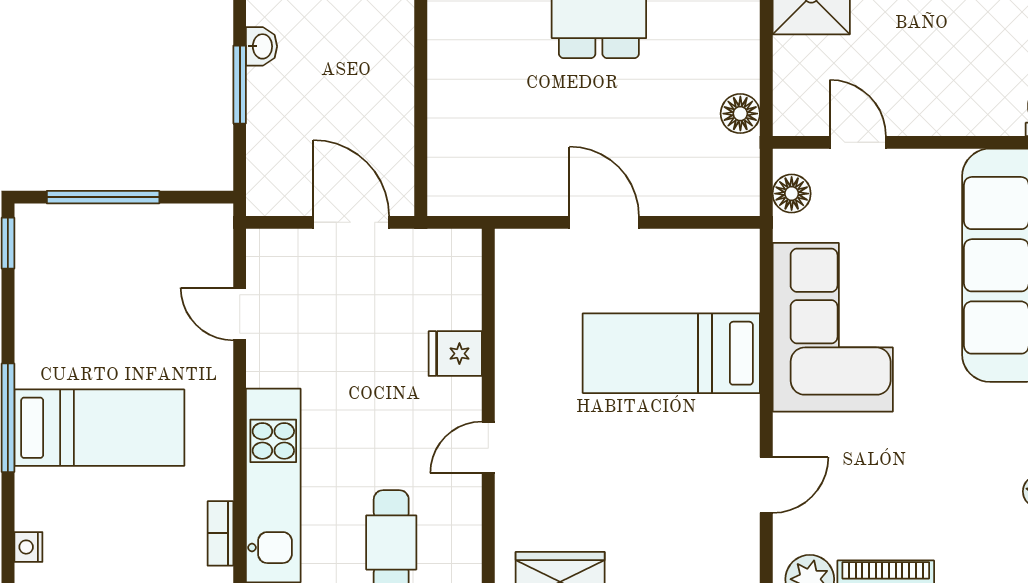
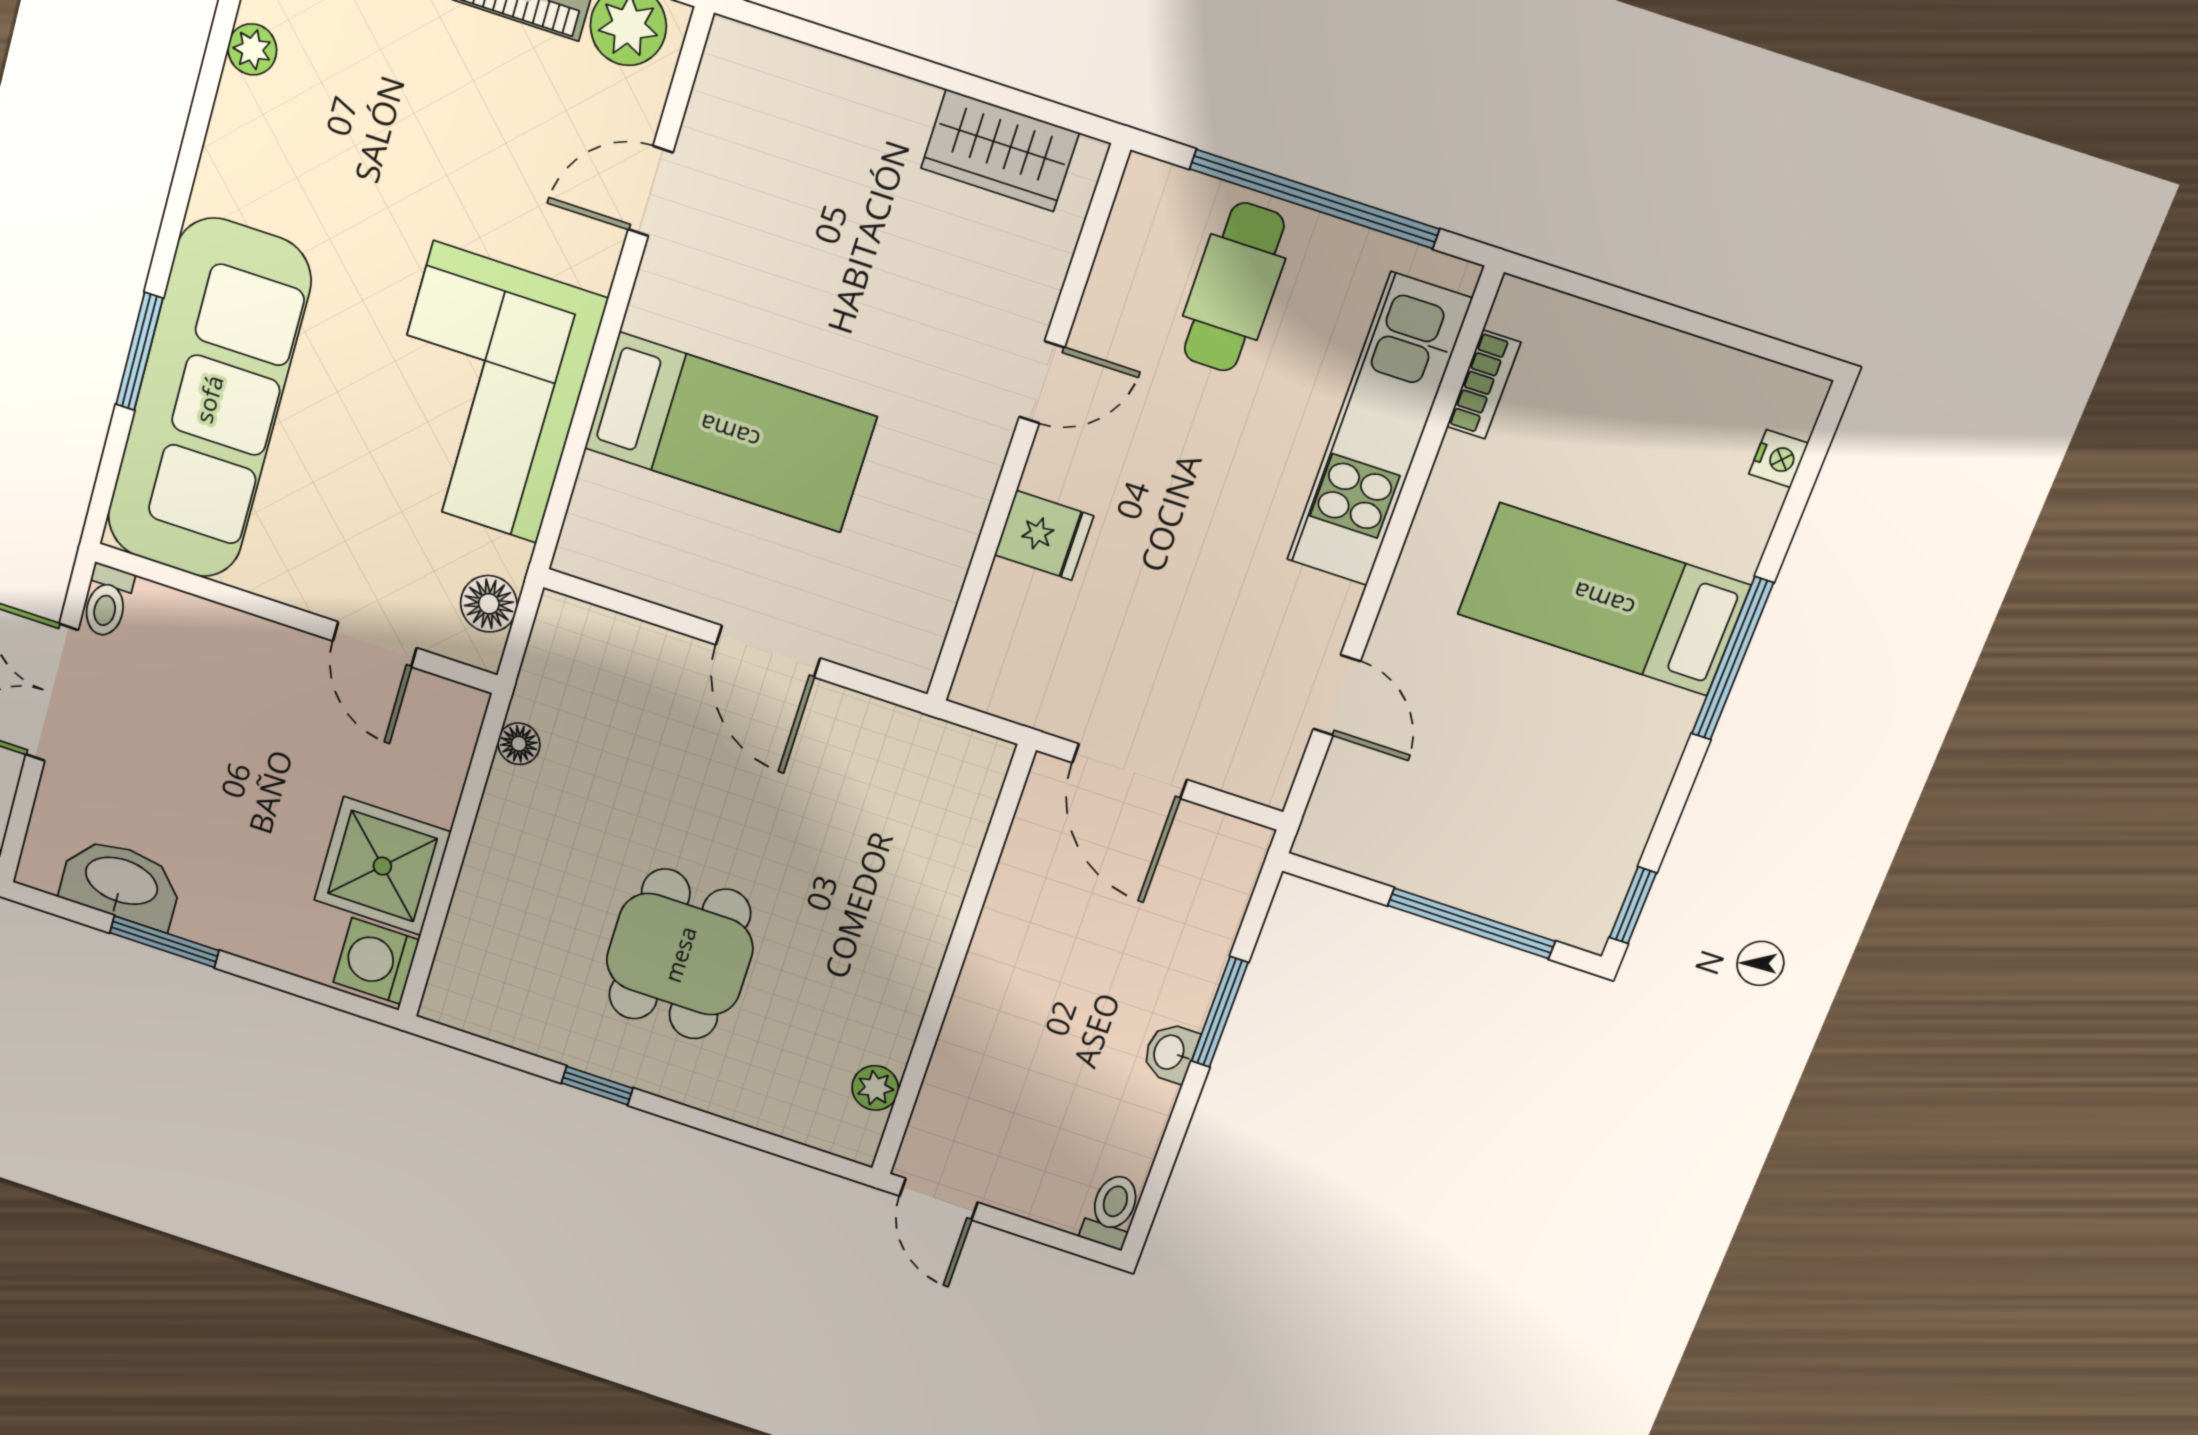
floor lamp: (740, 114) -> (519, 744), width x0.73, depth x0.73

